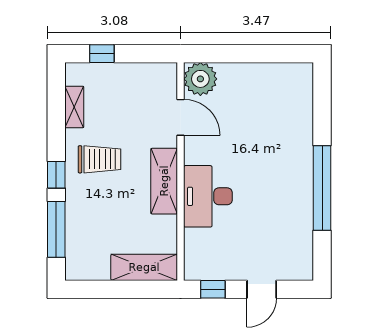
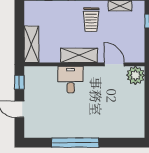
door: (181, 117) -> (114, 64), swing flipped
desk: (208, 196) -> (71, 80), width x0.73

